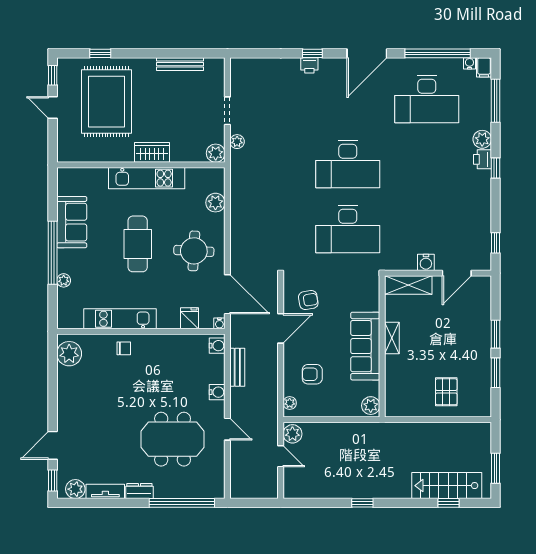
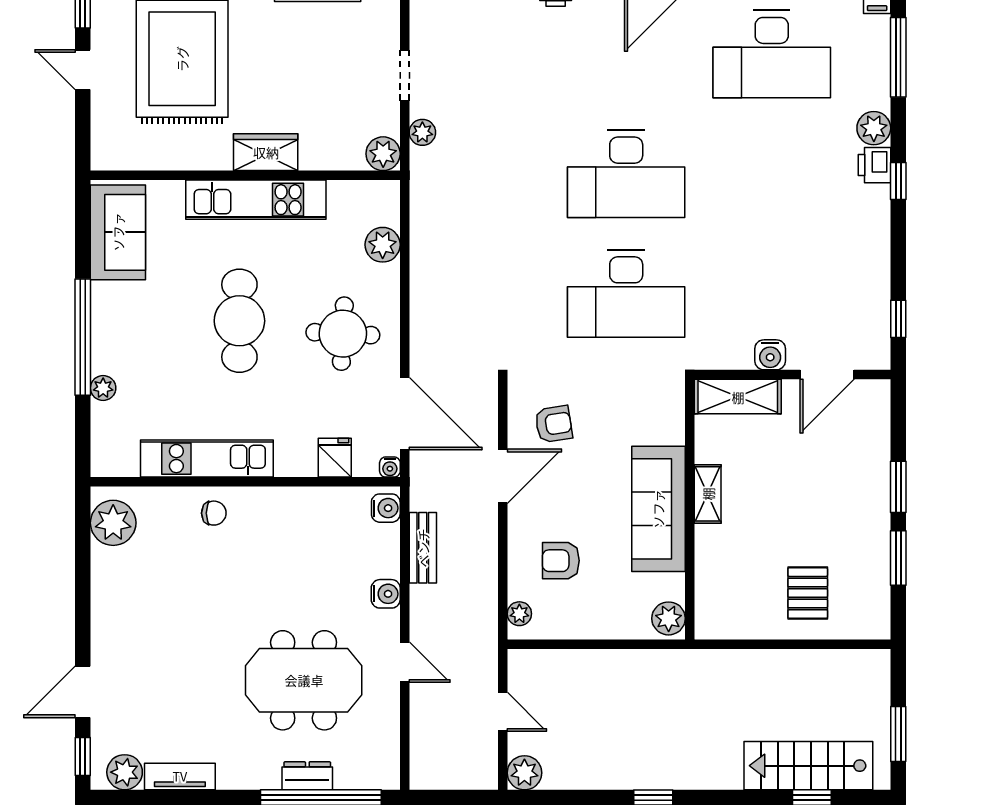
sofa: (72, 222) -> (118, 232), moved
plant: (292, 434) -> (524, 773), moved
dresser: (139, 491) -> (307, 776), moved

